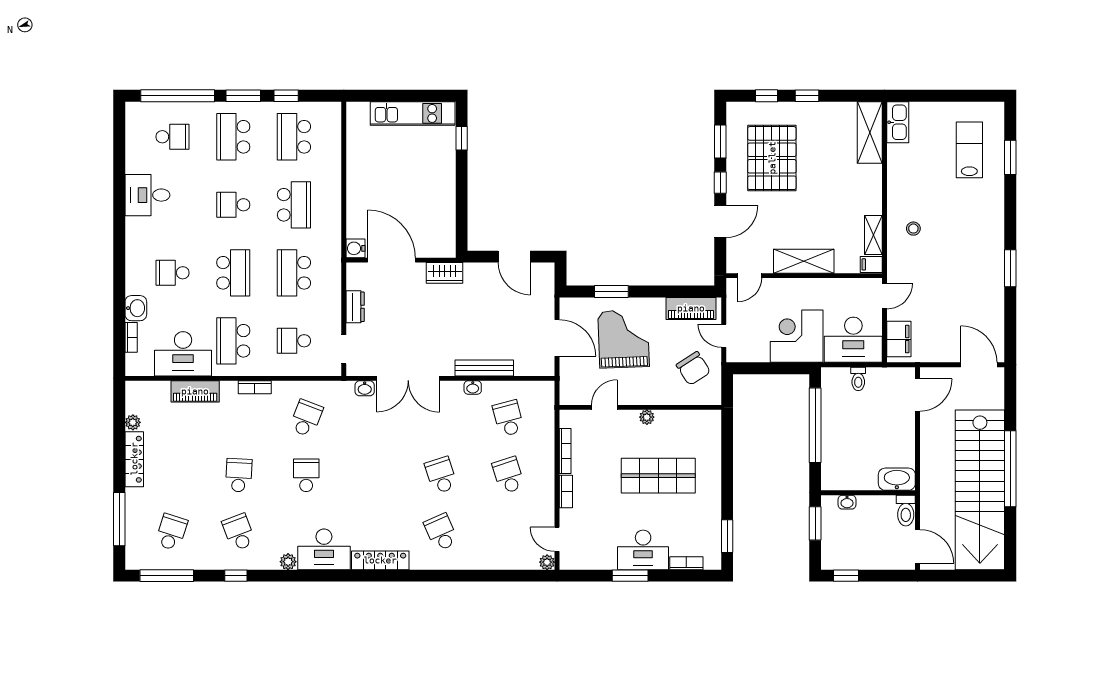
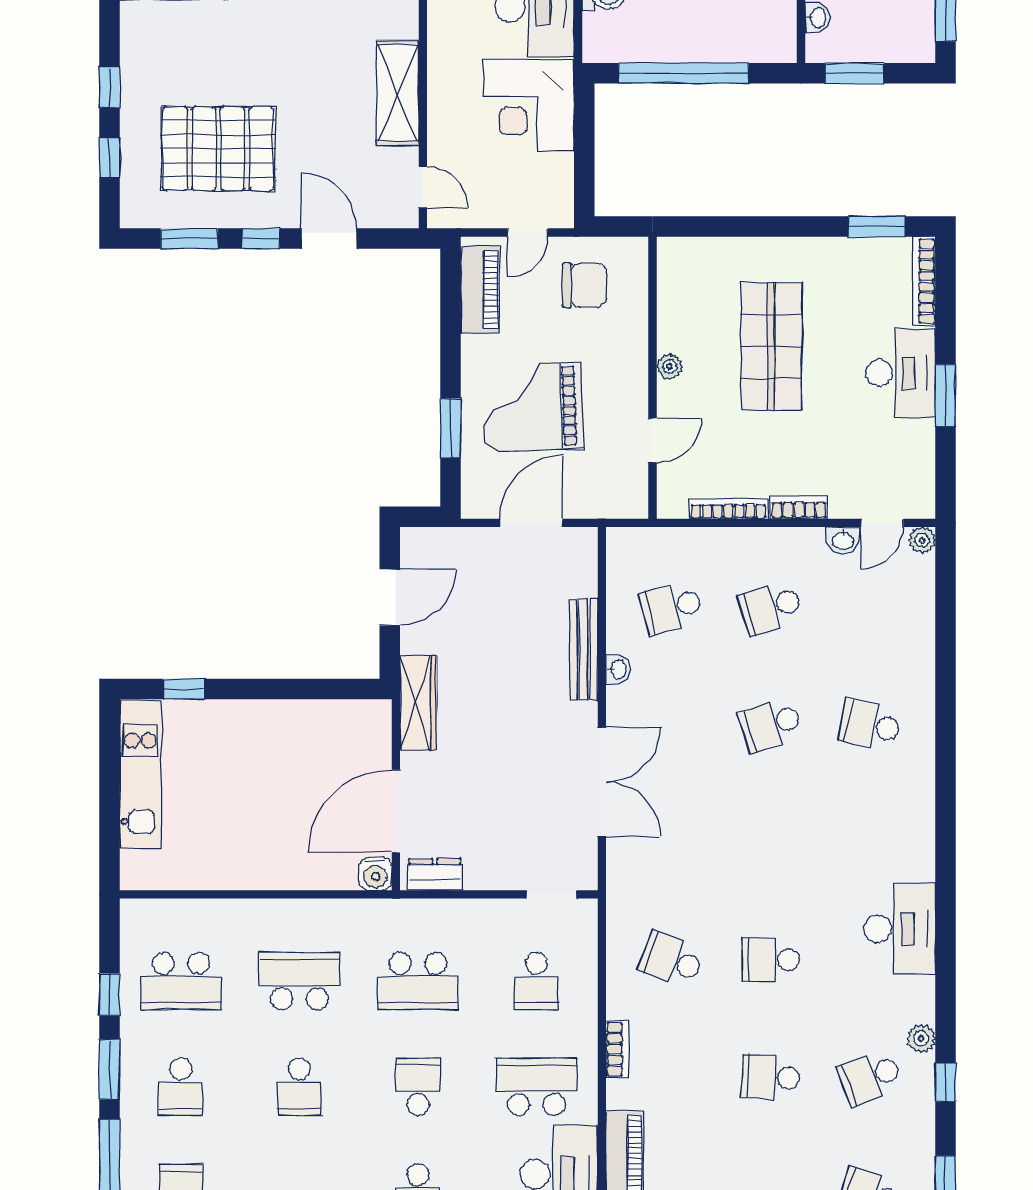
school desk: (233, 137) -> (181, 1087), width x0.54
school desk: (233, 273) -> (418, 1087), width x0.54
wardrobe: (445, 273) -> (418, 703), width x1.50
dresser: (355, 307) -> (435, 875), moved
school desk: (233, 341) -> (536, 1087), turned 180
chair: (693, 368) -> (585, 285), turned 33
washbasin: (365, 388) -> (843, 540), moved, turned 90
door: (604, 407) -> (652, 440), swing flipped
school desk: (441, 532) -> (870, 725), turned 36
locker: (380, 560) -> (919, 831), removed
plant: (288, 562) -> (921, 1038), moved
bookcase: (686, 563) -> (924, 281), width x1.56

